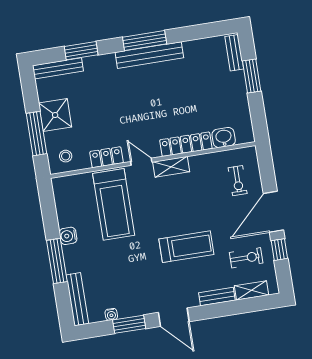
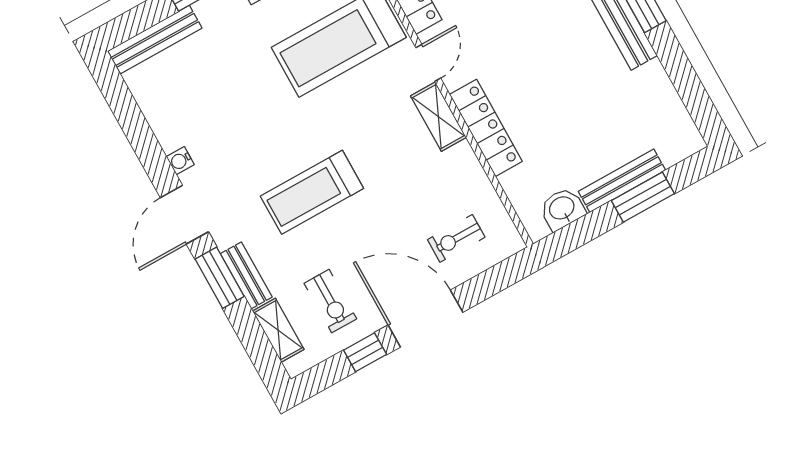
bench: (234, 53) -> (622, 181), moved, width x1.36
washbasin: (224, 137) -> (562, 209), moved, turned -90
treadmill: (186, 247) -> (312, 192), turned 90
water cooler: (111, 314) -> (180, 161), moved
window: (129, 324) -> (220, 278), moved

